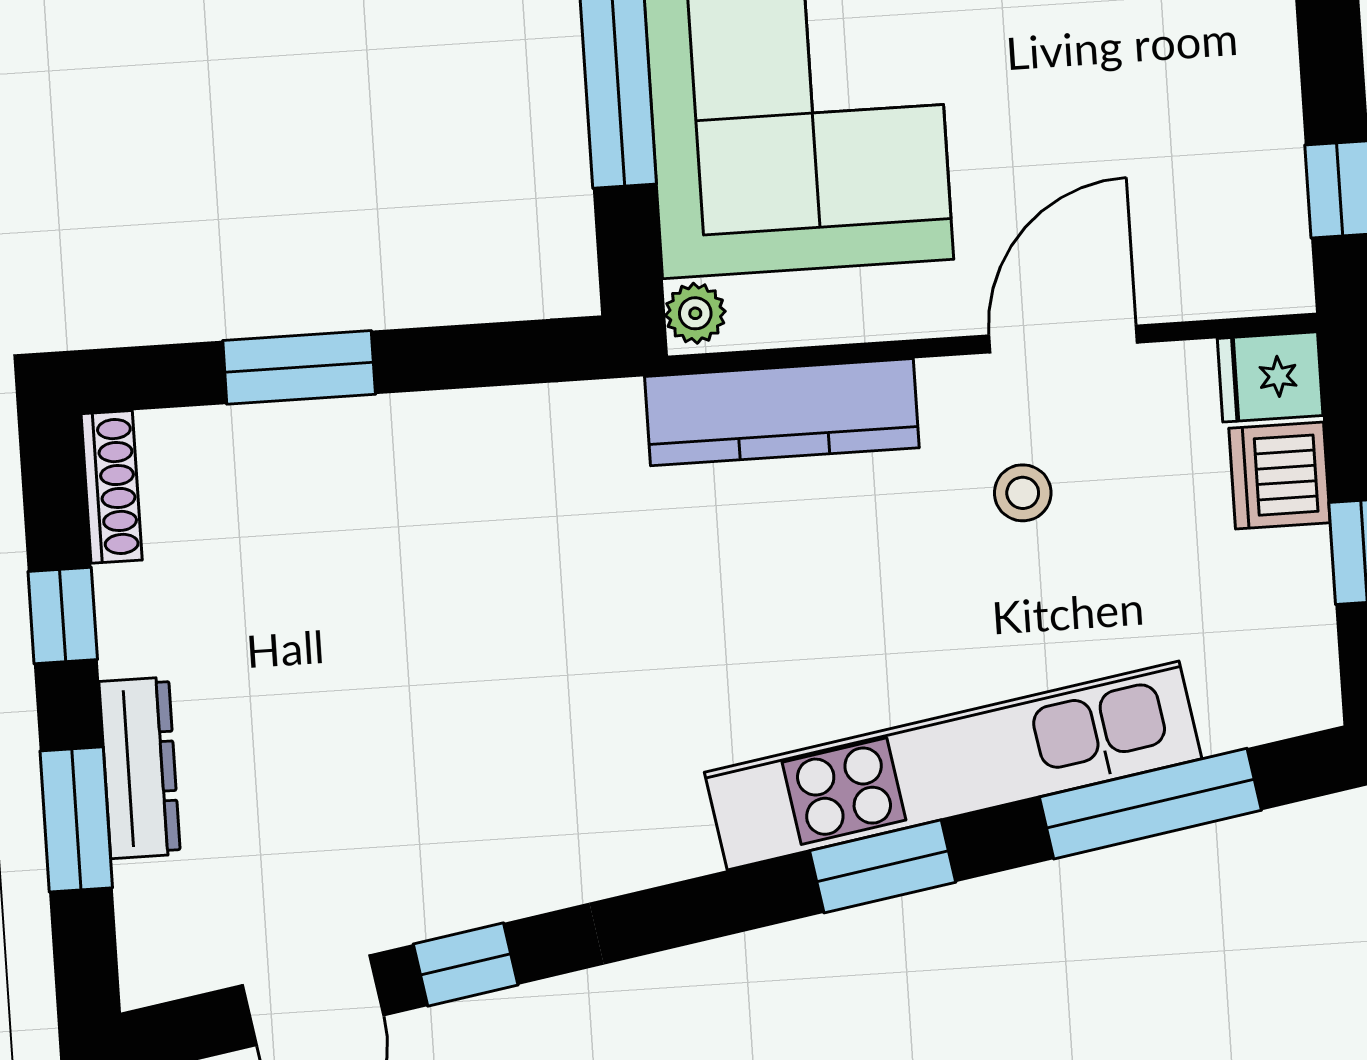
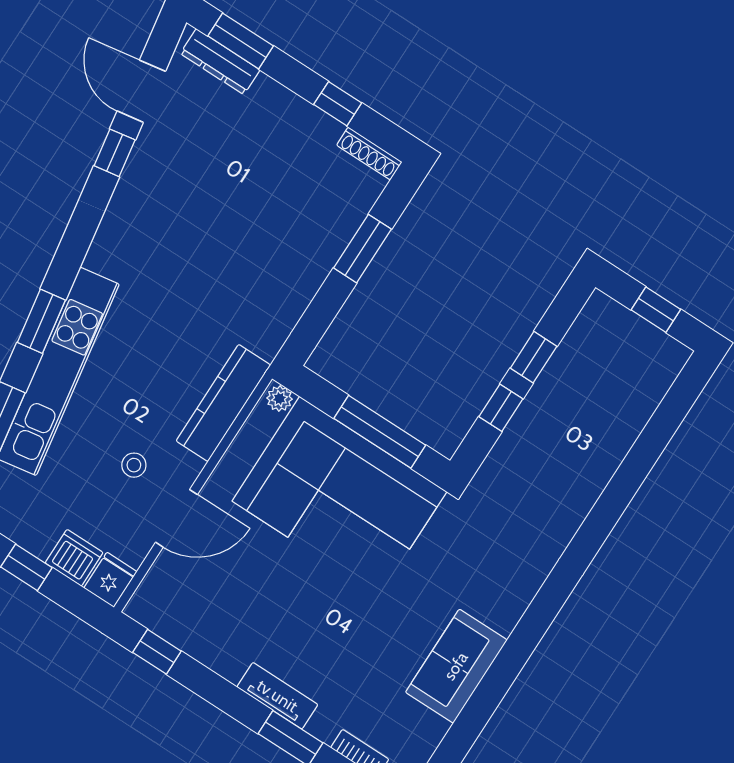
door: (1063, 339) -> (176, 518), hinge flipped
dresser: (140, 768) -> (220, 62), moved
window: (76, 819) -> (241, 41), moved

